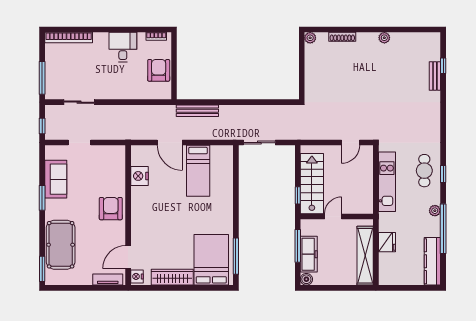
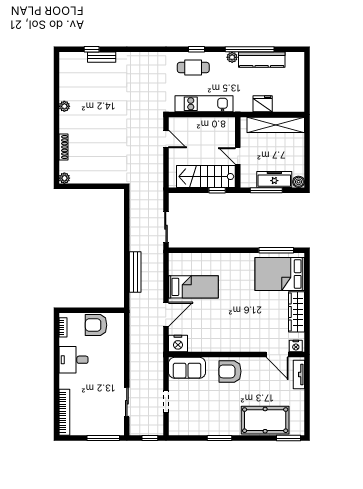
bench: (197, 111) -> (135, 272), moved
nightstand: (140, 176) -> (178, 344), moved
sofa: (56, 179) -> (187, 368), moved, turned 180
kitchen counter: (432, 261) -> (262, 60), moved

